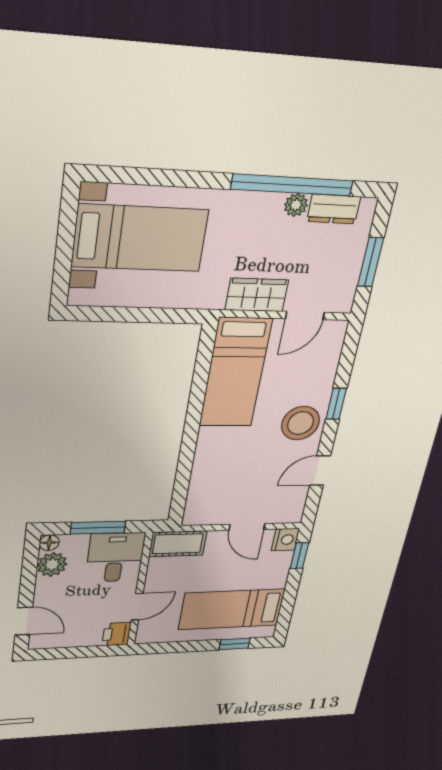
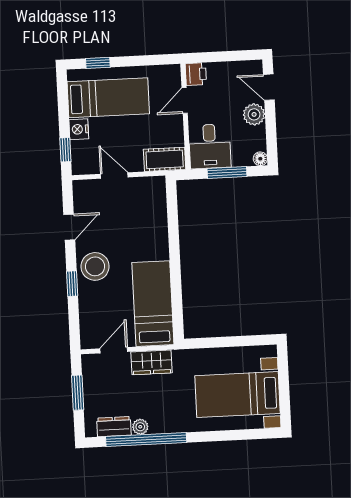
nightstand: (285, 540) -> (79, 129), moved
plant: (52, 565) -> (254, 114), moved

